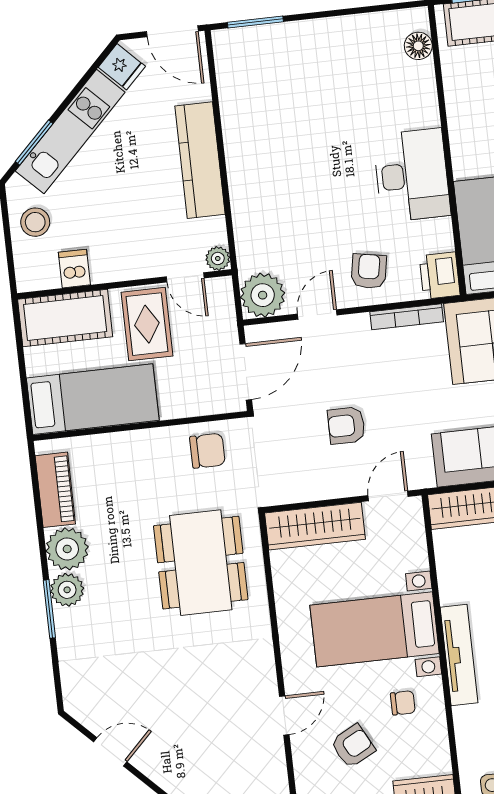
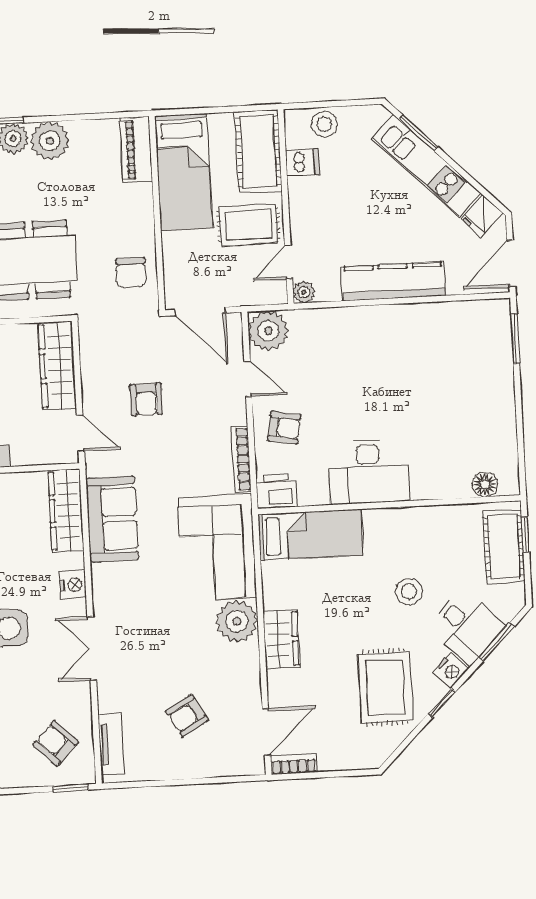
stool: (35, 222) -> (324, 124), moved
armchair: (346, 425) -> (146, 399), turned 180
piano: (55, 490) -> (136, 150), moved, turned 90

